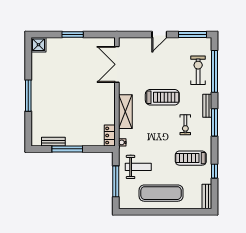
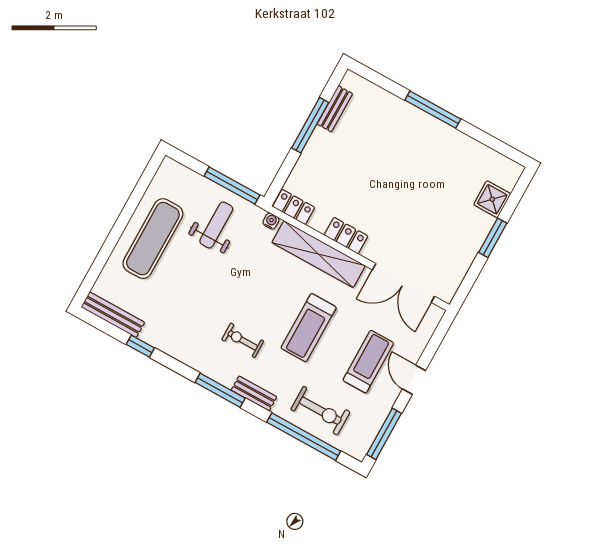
shower: (38, 45) -> (492, 199), moved
double door: (117, 64) -> (404, 283), swing flipped
locker: (110, 104) -> (346, 236), added
shelving: (125, 112) -> (319, 254), width x1.47
treadmill: (191, 158) -> (368, 362), moved
weight bench: (138, 167) -> (216, 225), turned 180
window: (116, 181) -> (232, 186), moved
bench: (207, 197) -> (113, 315), width x1.36

